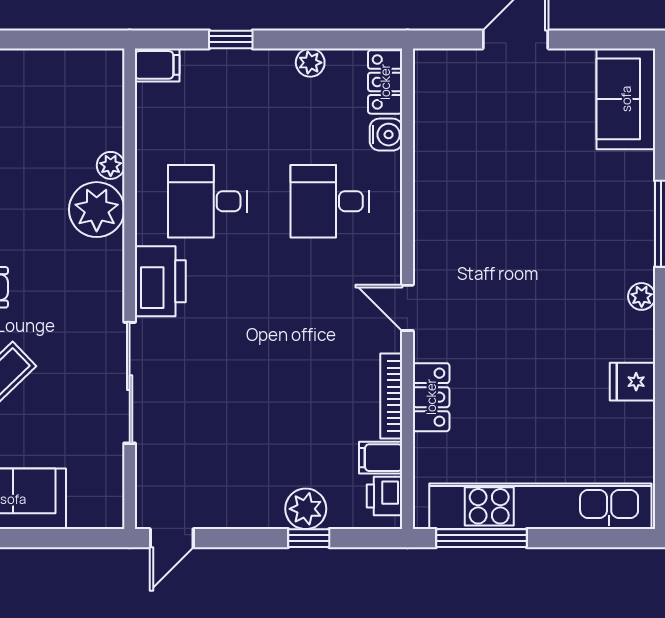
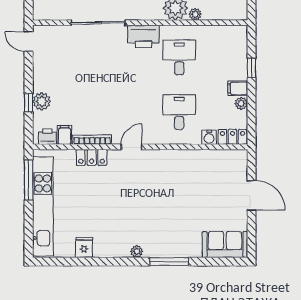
filing cabinet: (157, 65) -> (238, 88), moved, turned 90
fridge: (633, 382) -> (84, 247), moved

